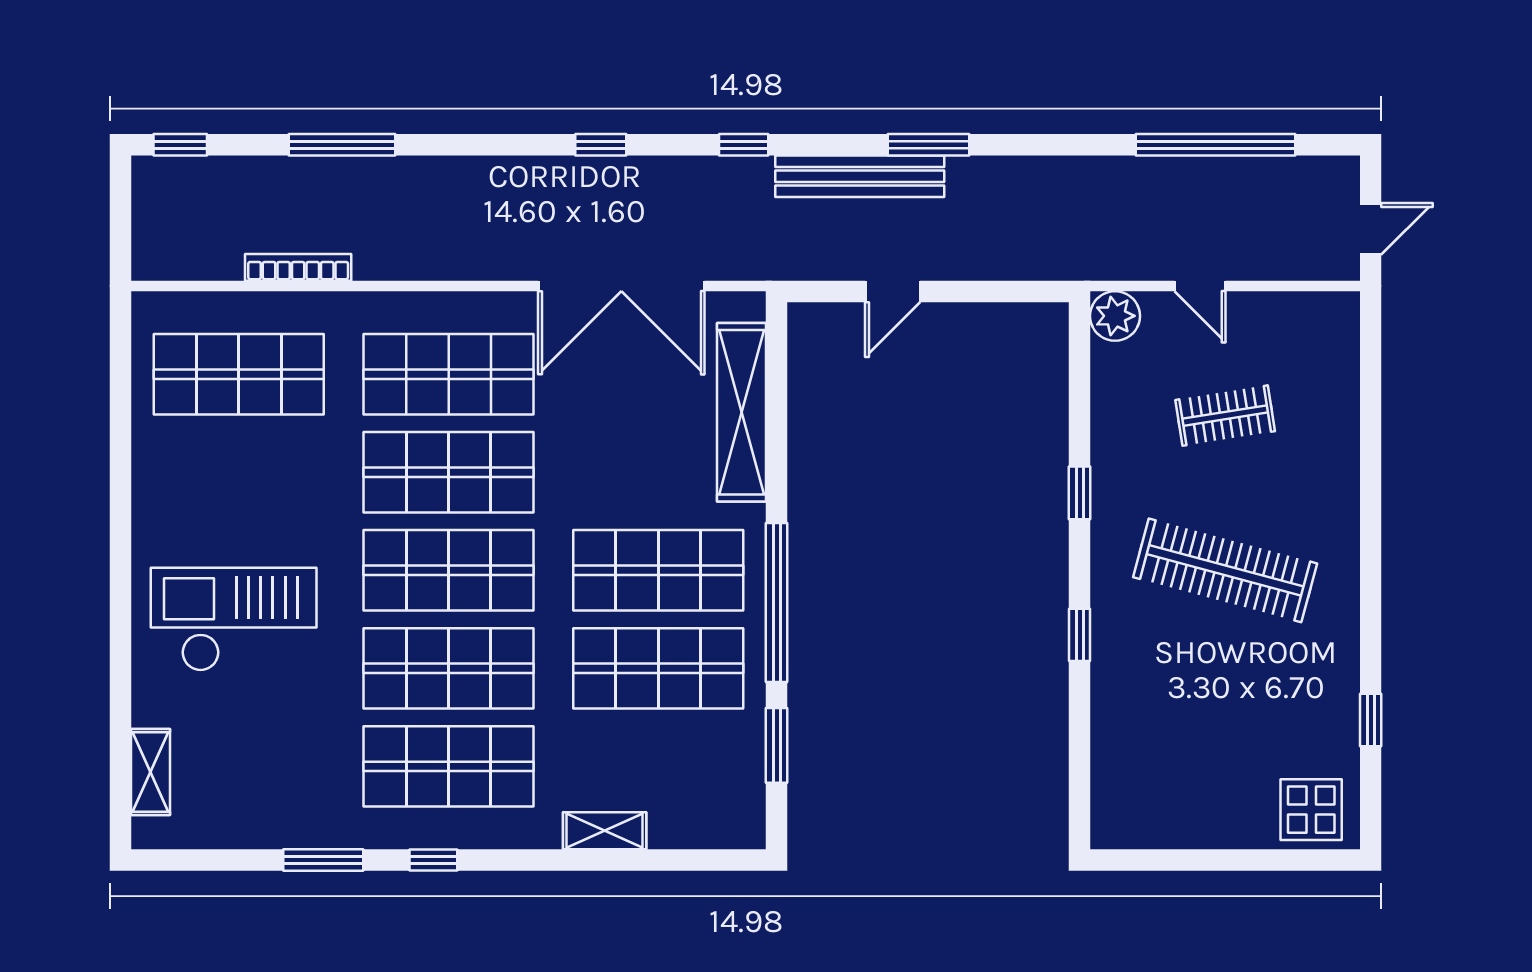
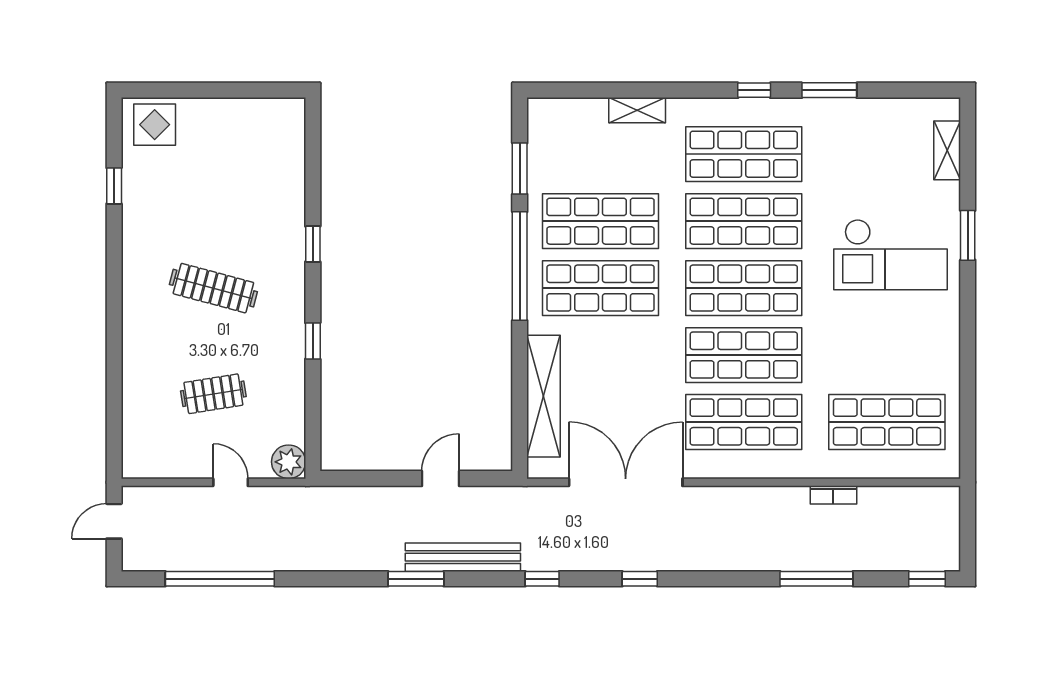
bookcase: (298, 267) -> (833, 495), width x0.64
clothes rail: (1225, 570) -> (213, 288), width x0.73, depth x0.76
window: (121, 648) -> (968, 235), added

